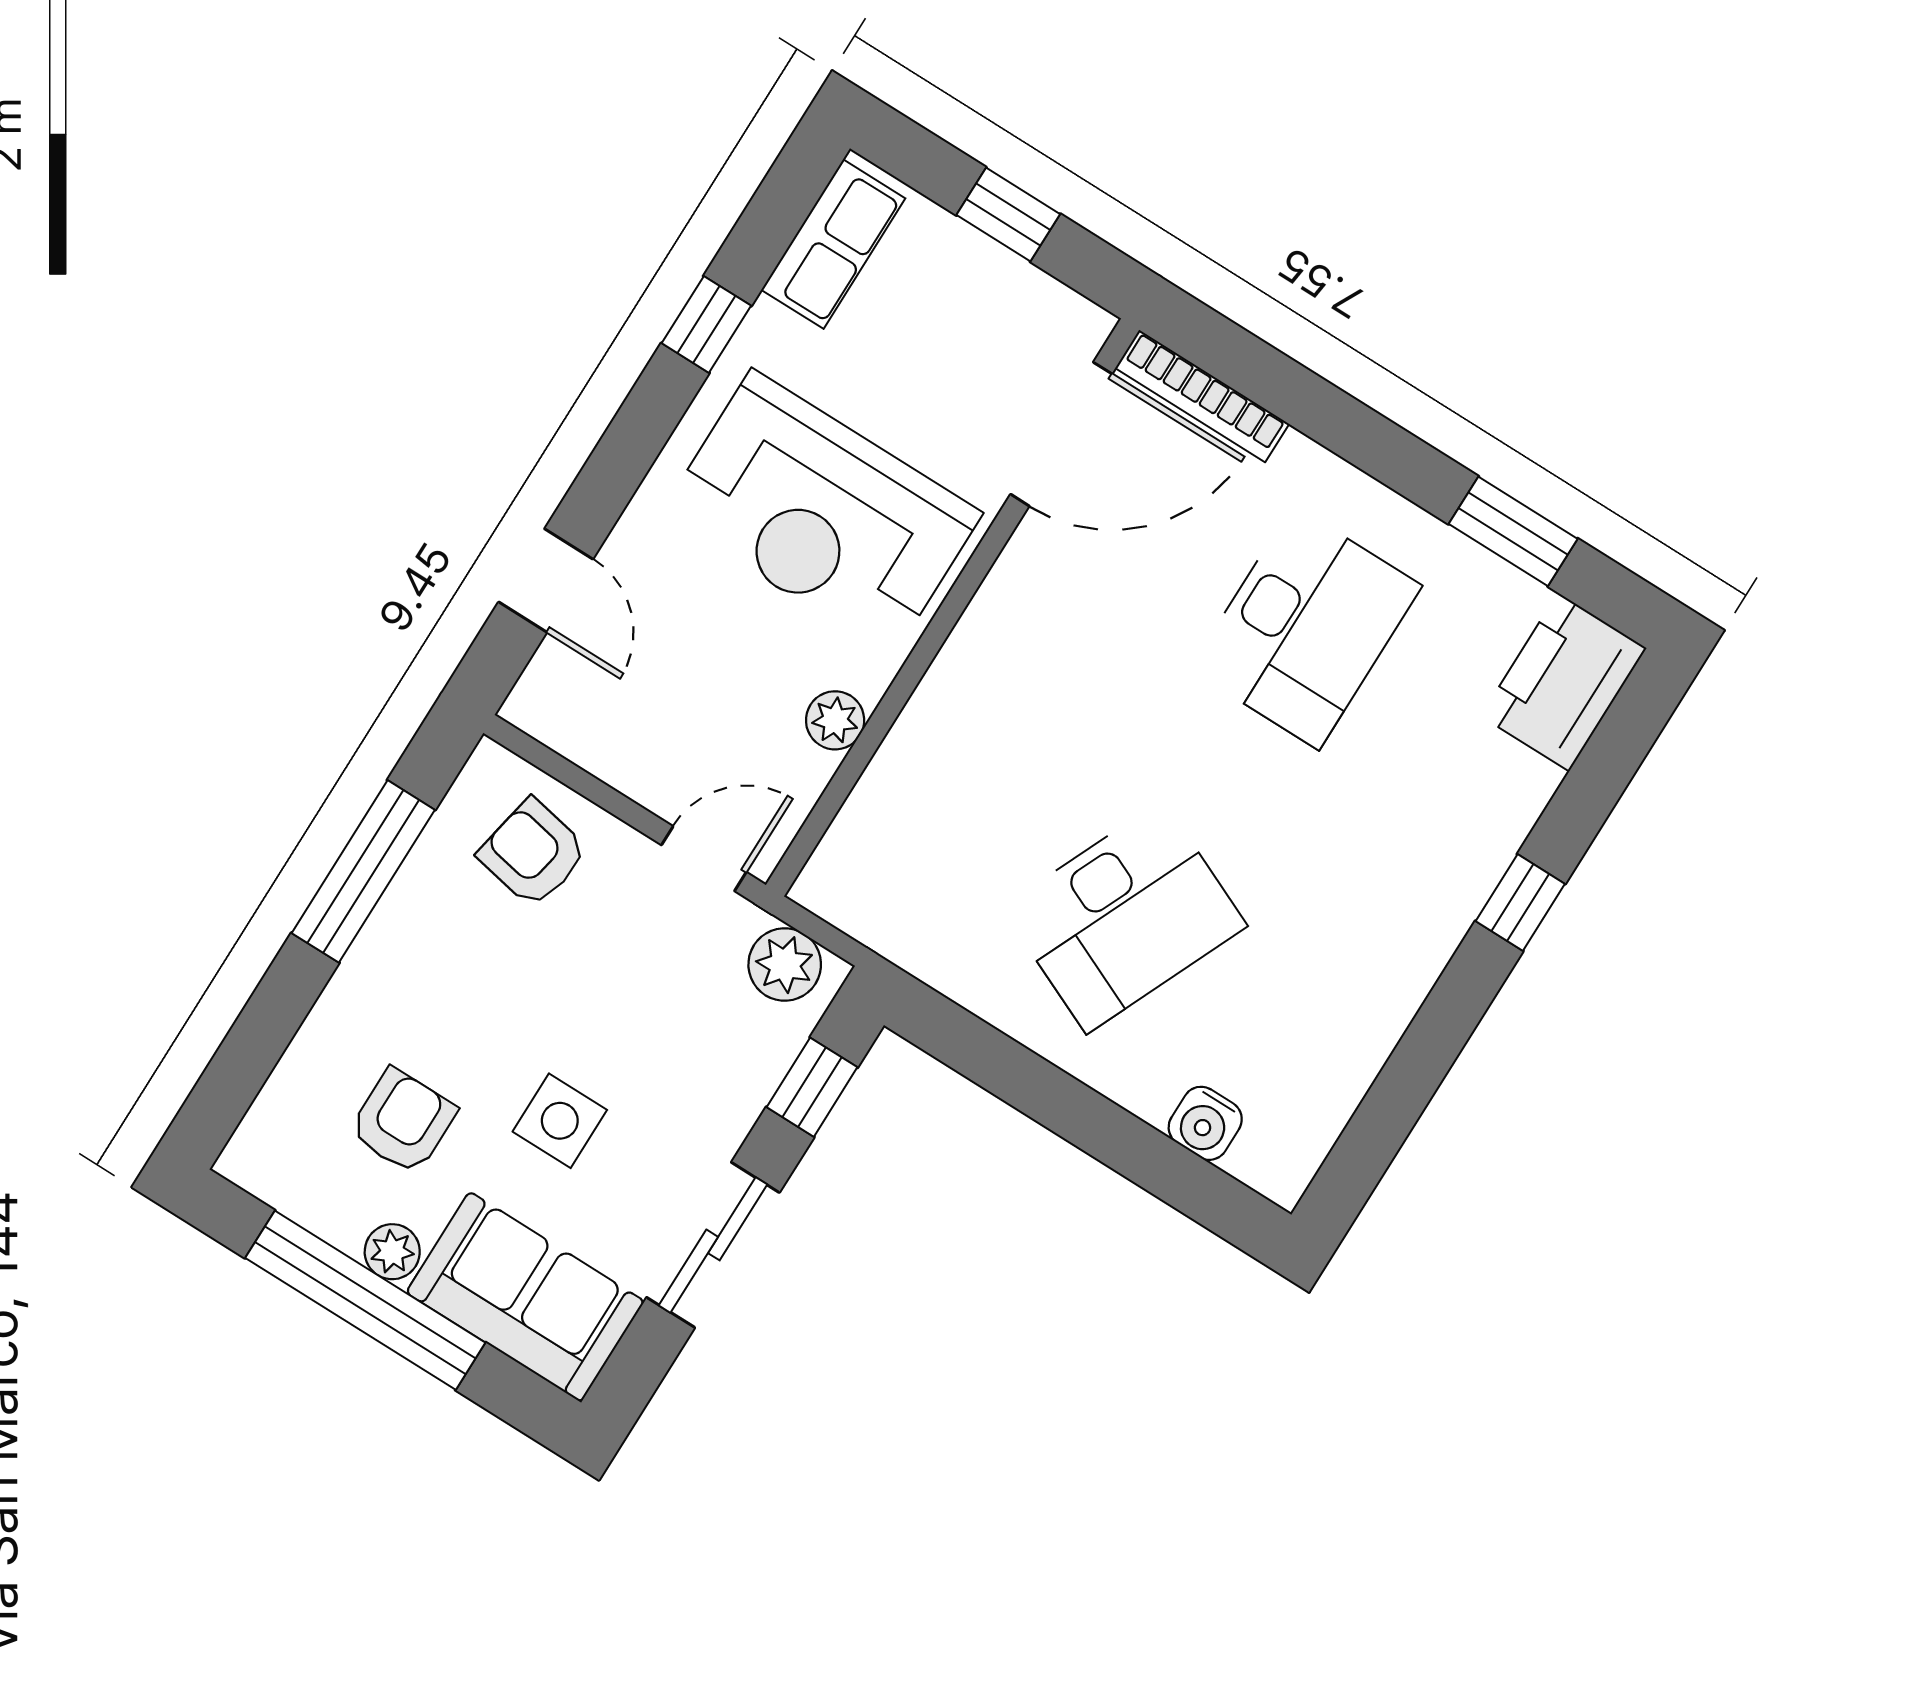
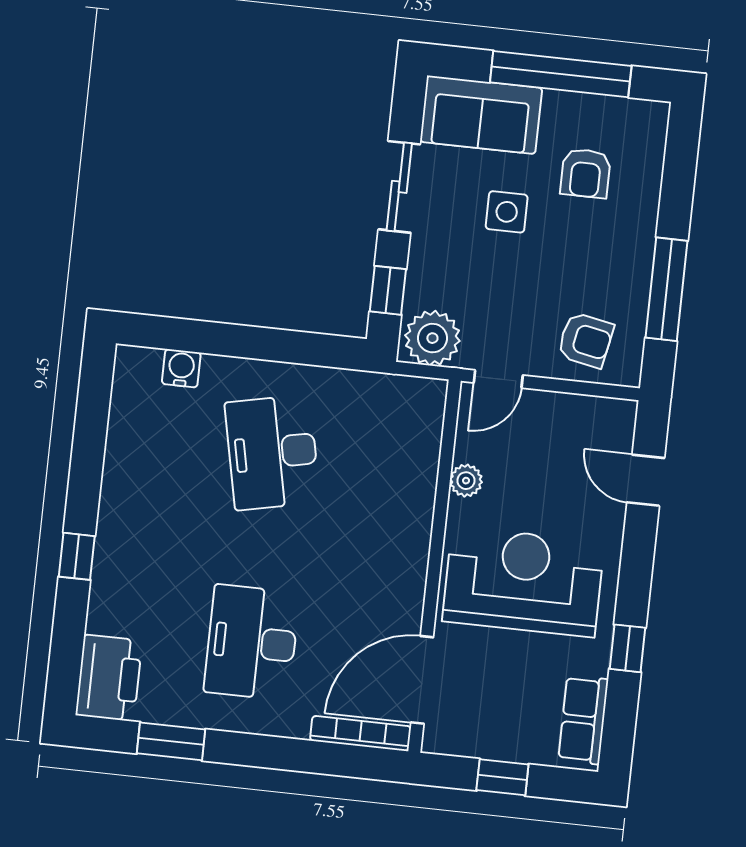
desk: (1124, 917) -> (272, 452), turned -36
plant: (785, 965) -> (432, 338), width x1.36, depth x1.36
plant: (392, 1252) -> (559, 105), removed

